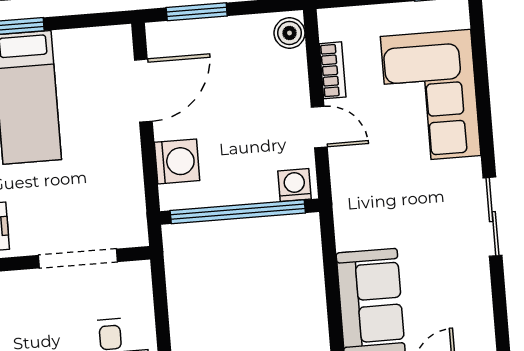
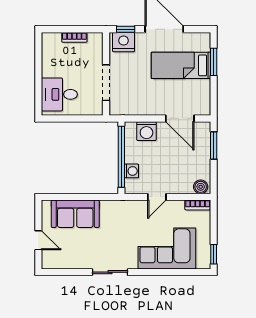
bookcase: (333, 70) -> (198, 205), moved
washing machine: (294, 185) -> (131, 171), moved

